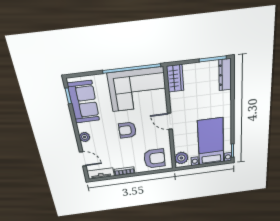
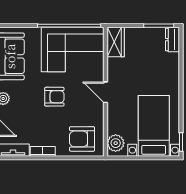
dresser: (225, 75) -> (172, 40), width x0.70
armchair: (127, 130) -> (54, 97), turned 180
armchair: (154, 159) -> (82, 139), turned 180

